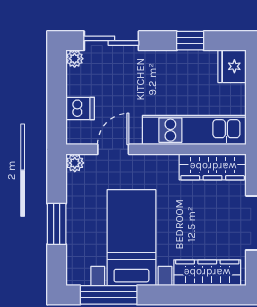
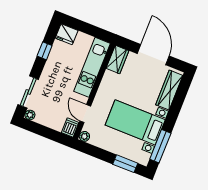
dishwasher: (80, 108) -> (70, 128), moved
wardrobe: (213, 167) -> (117, 60), width x0.67
window: (57, 224) -> (125, 164), moved

